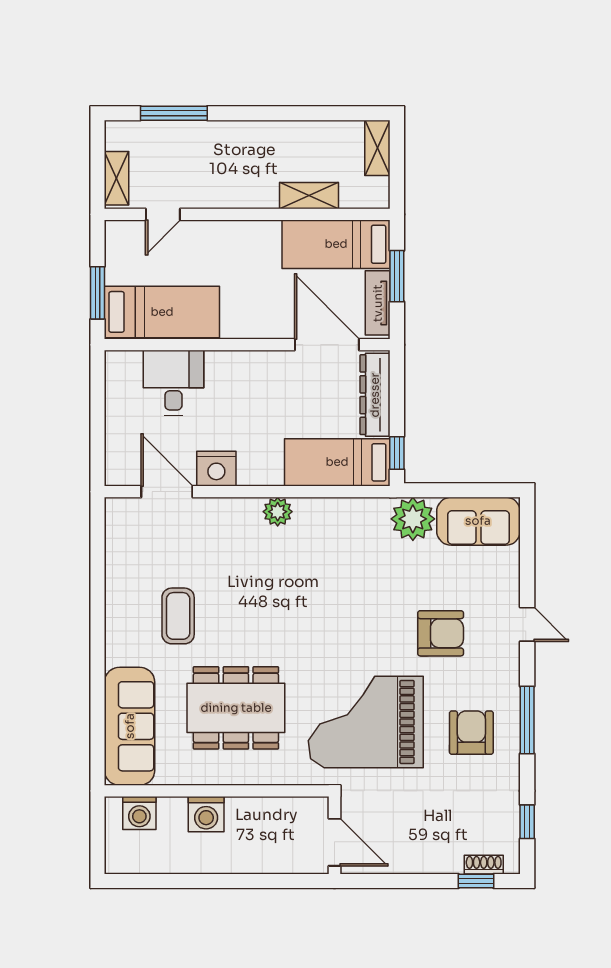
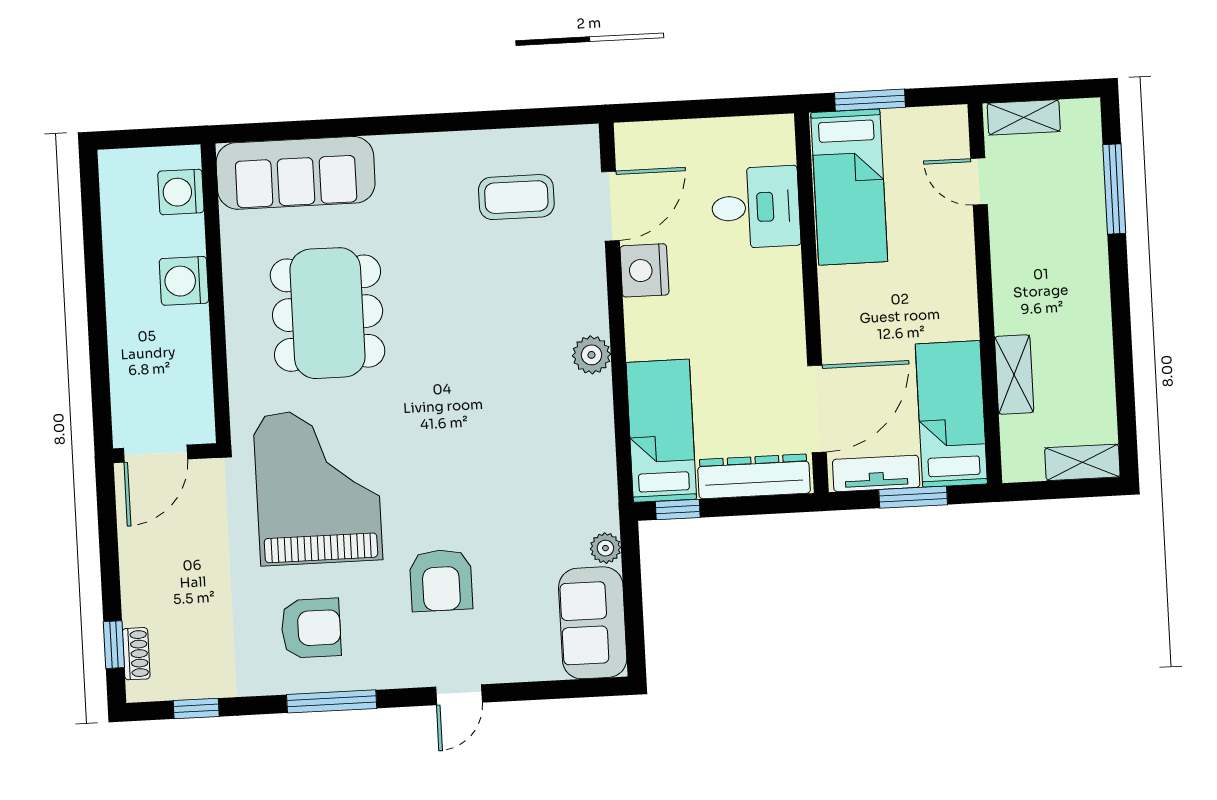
plant: (413, 519) -> (605, 548), width x0.53, depth x0.53
coffee table: (178, 616) -> (516, 197), moved

